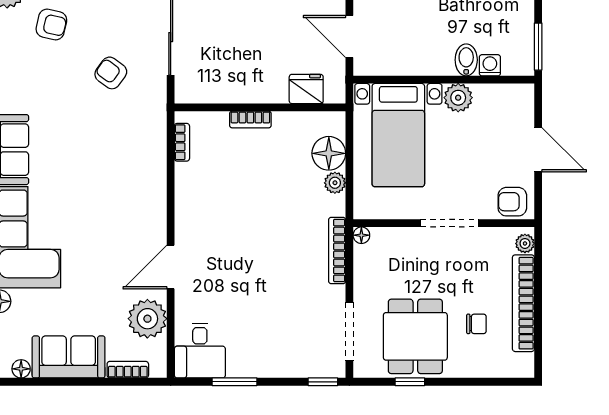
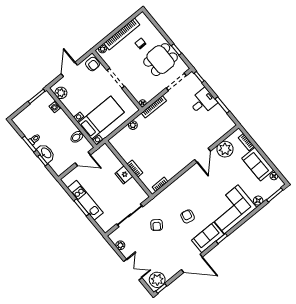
armchair: (51, 24) -> (188, 216), moved
door: (349, 37) -> (83, 159), hinge flipped
bidet: (466, 60) -> (77, 137), moved
fridge: (306, 89) -> (124, 175), moved
plant: (458, 98) -> (61, 93), moved
floor lamp: (329, 153) -> (125, 135), removed
door: (171, 267) -> (203, 155), hinge flipped
desk: (200, 351) -> (203, 102), moved

